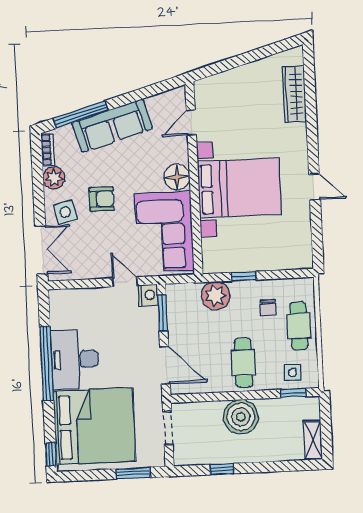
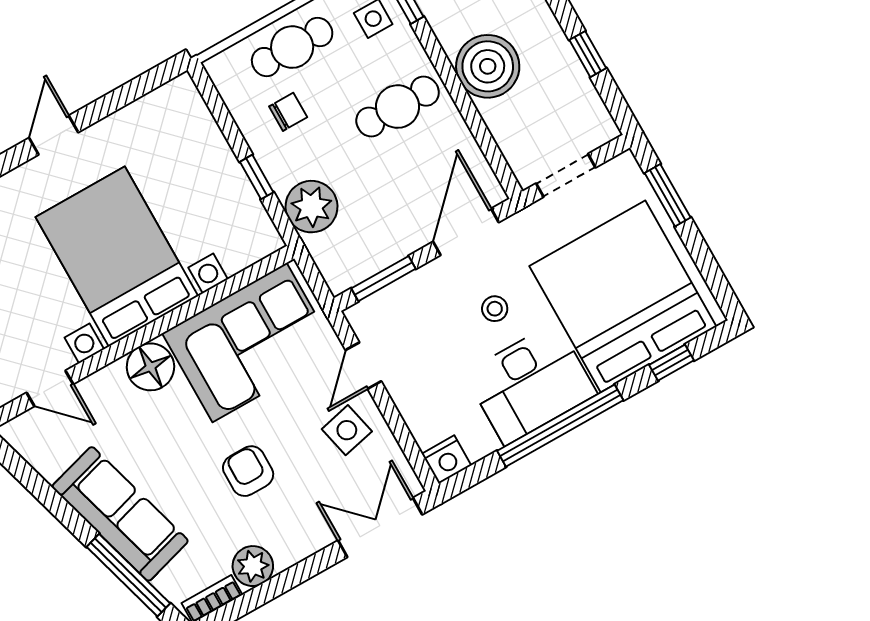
side table: (65, 212) -> (347, 430), moved
nightstand: (148, 295) -> (447, 460), moved, turned 180
stool: (120, 360) -> (495, 309), added
window: (51, 455) -> (672, 363), moved

